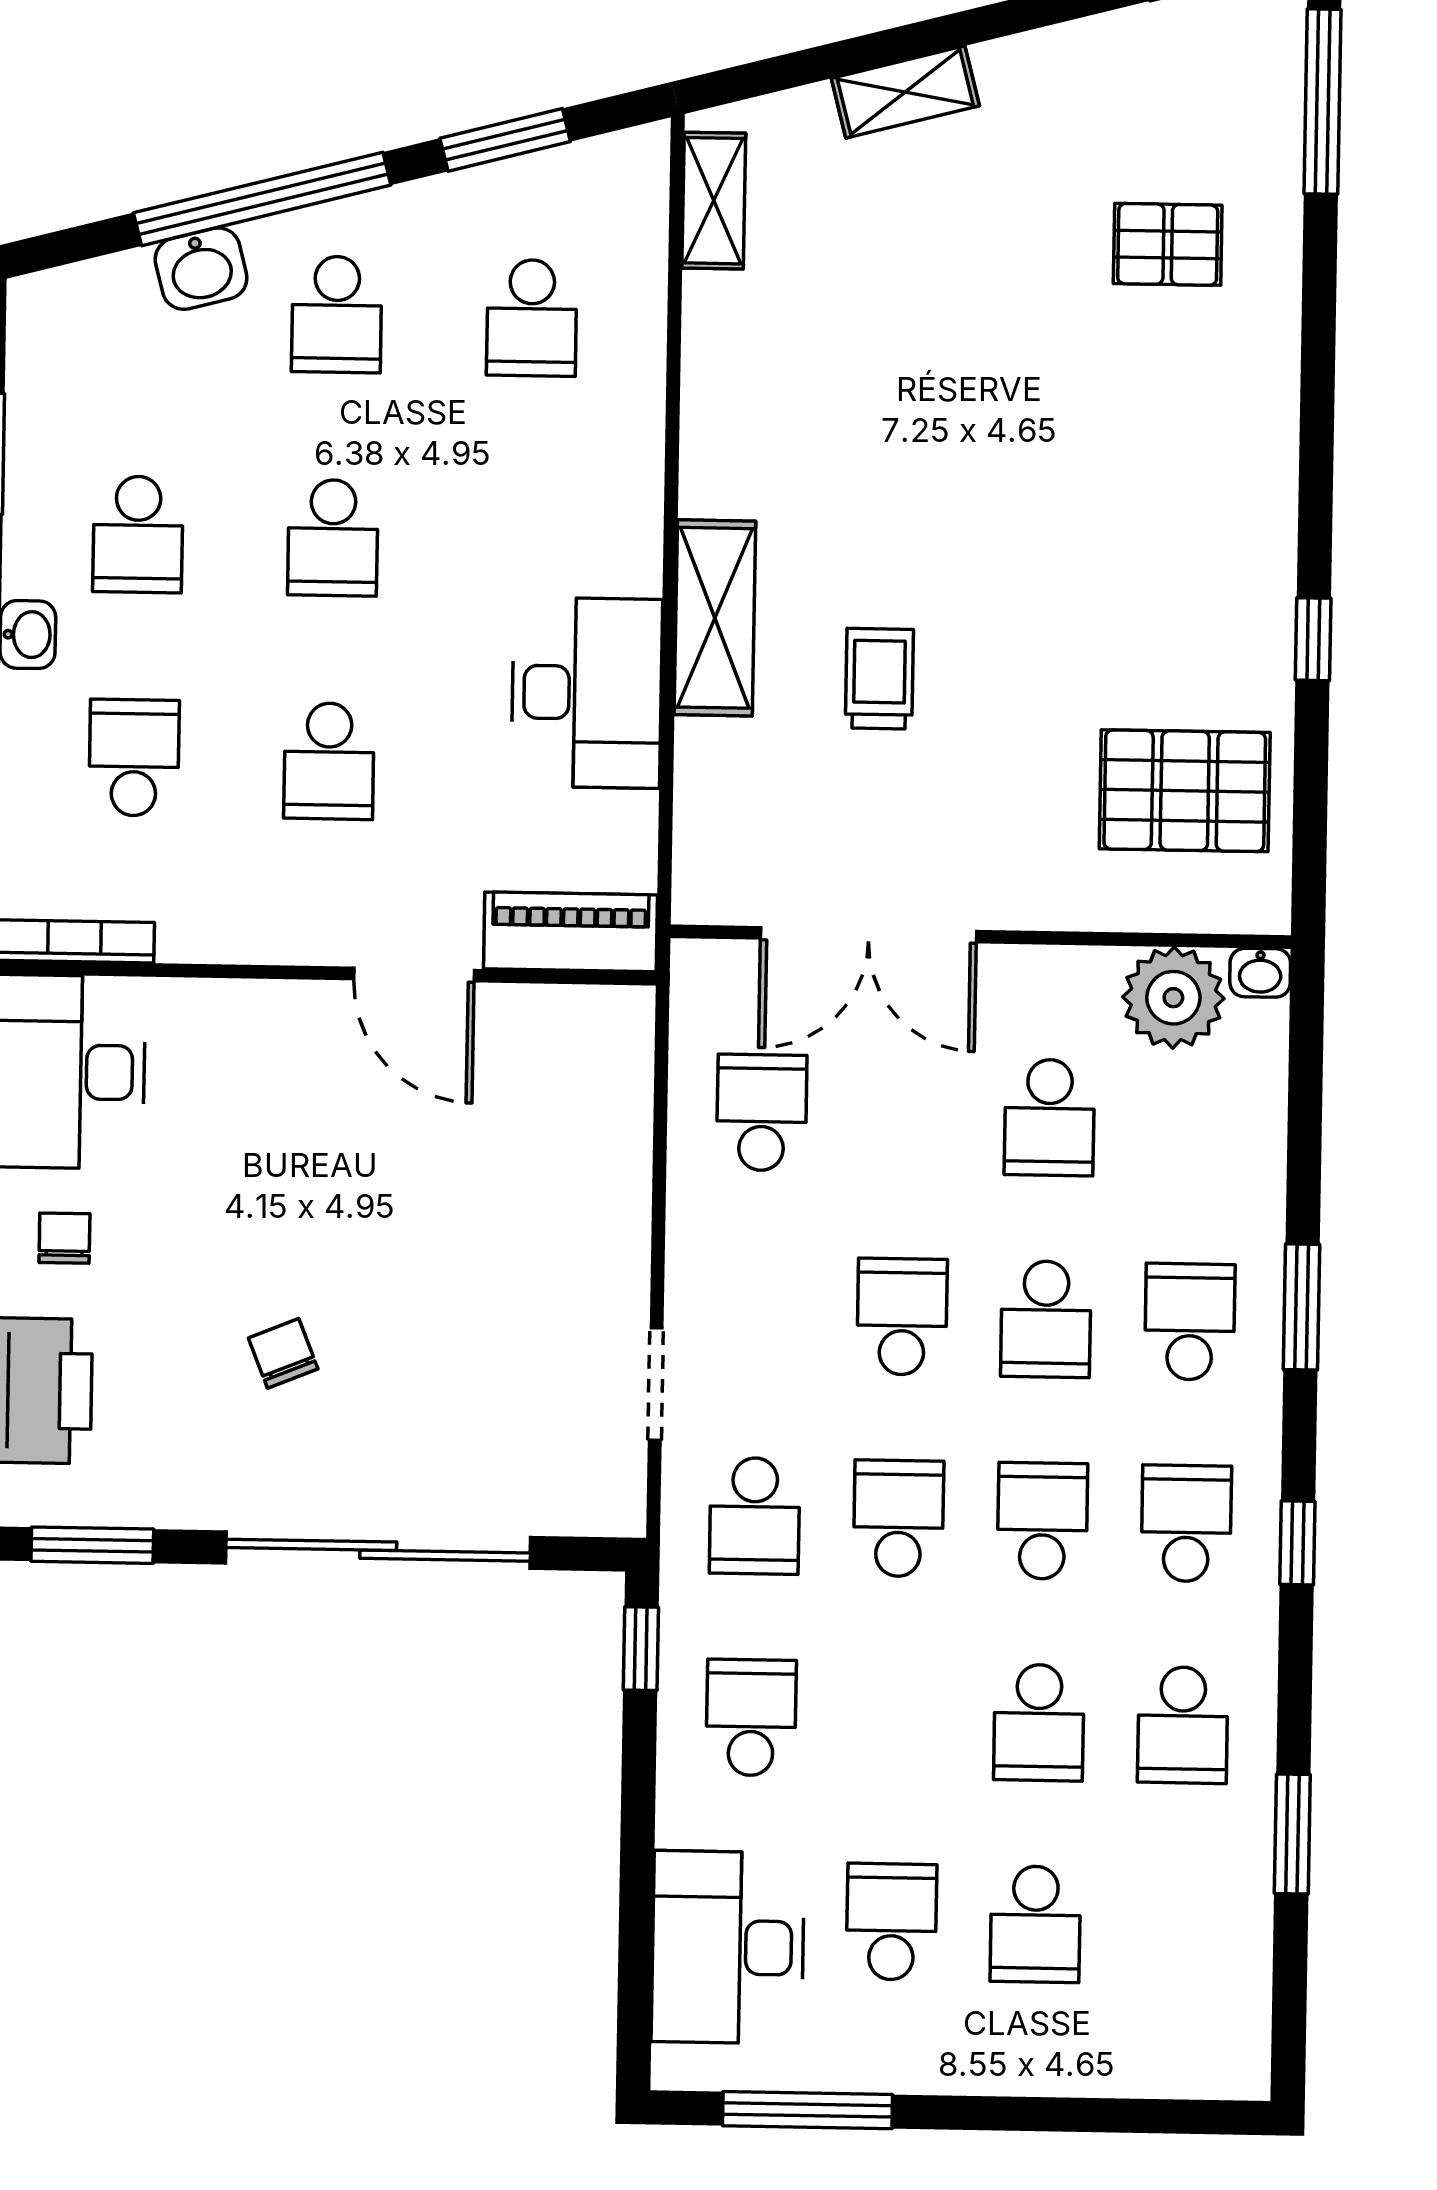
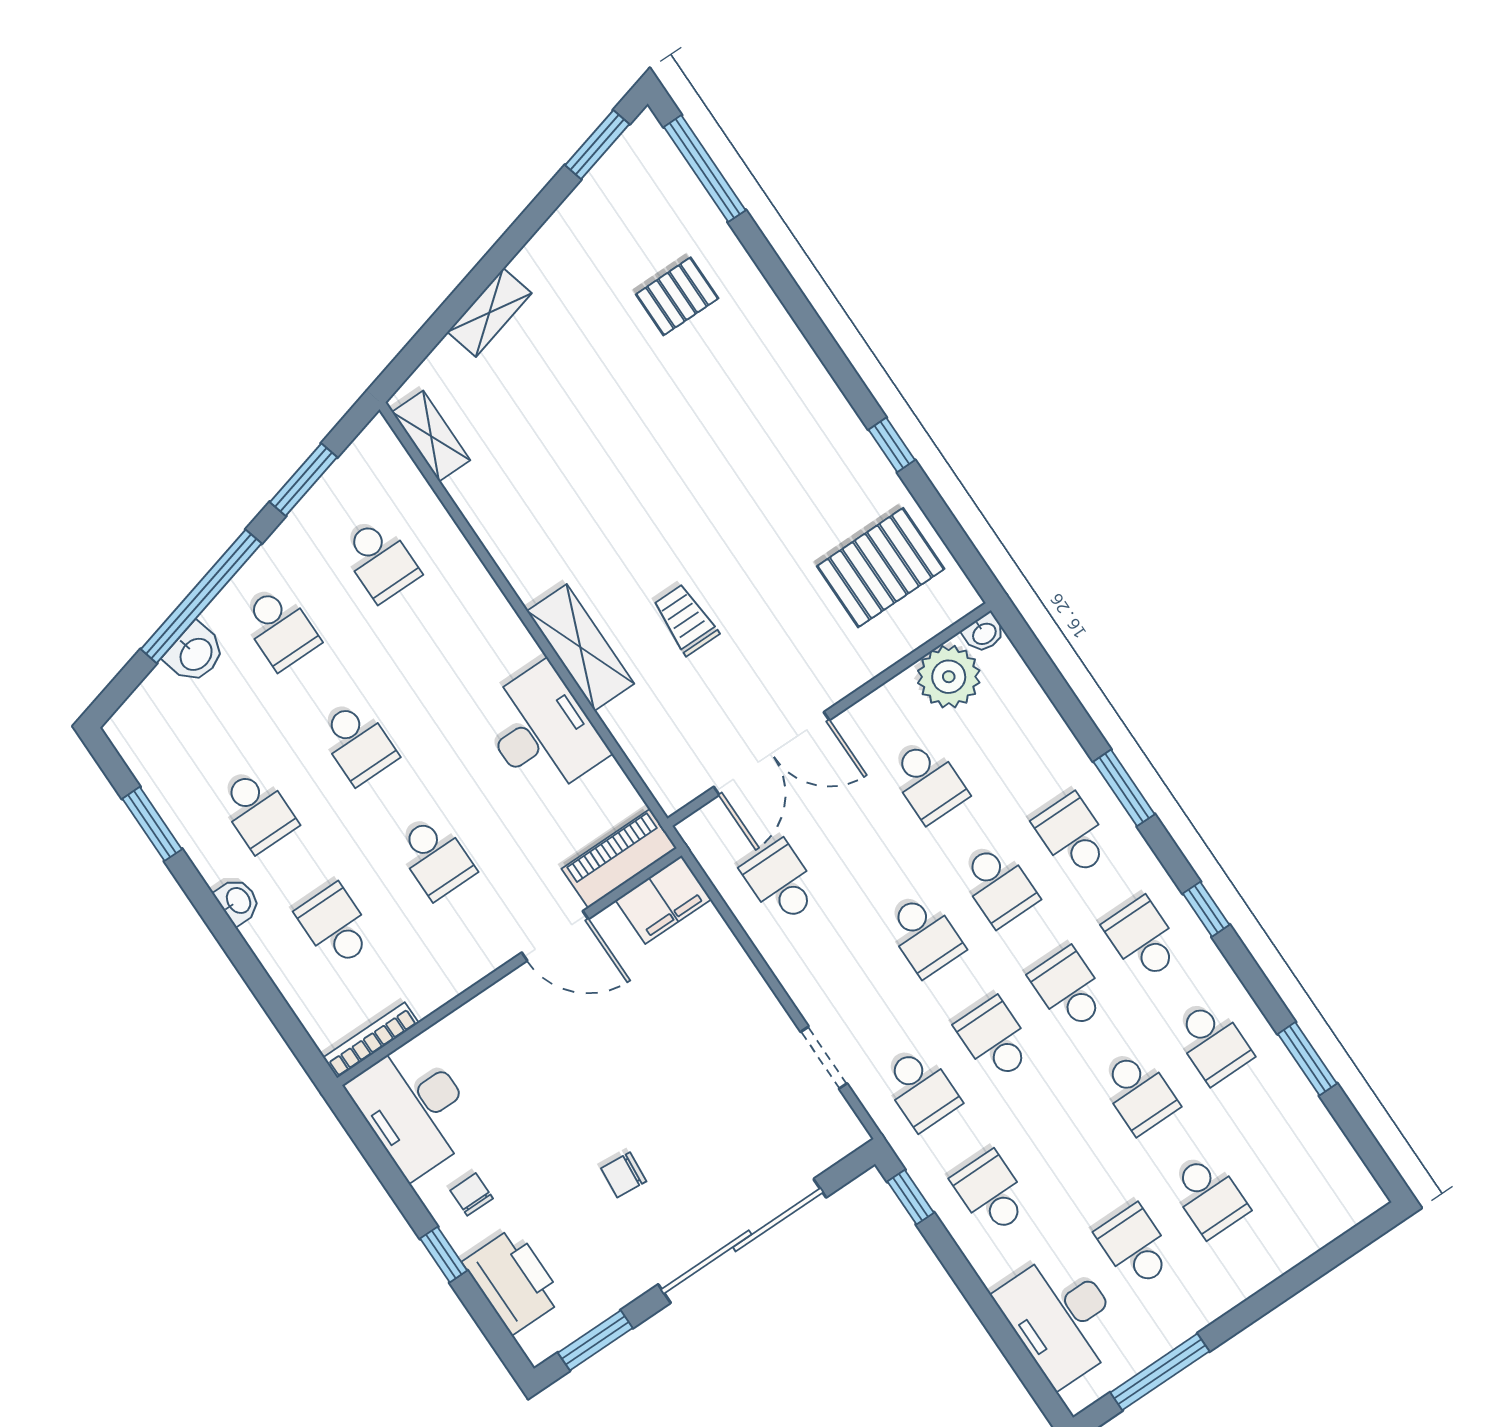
filing cabinet: (591, 1027) -> (663, 900), added
school desk: (902, 1317) -> (925, 935), turned 180
chair: (283, 1353) -> (624, 1175), turned -63

